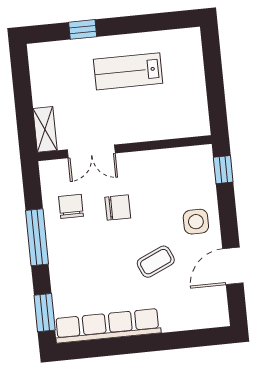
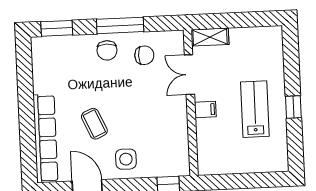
window: (83, 29) -> (293, 107), moved
filing cabinet: (132, 130) -> (205, 109), added
chair: (118, 208) -> (107, 50), moved
row of seats: (107, 326) -> (45, 138), moved

